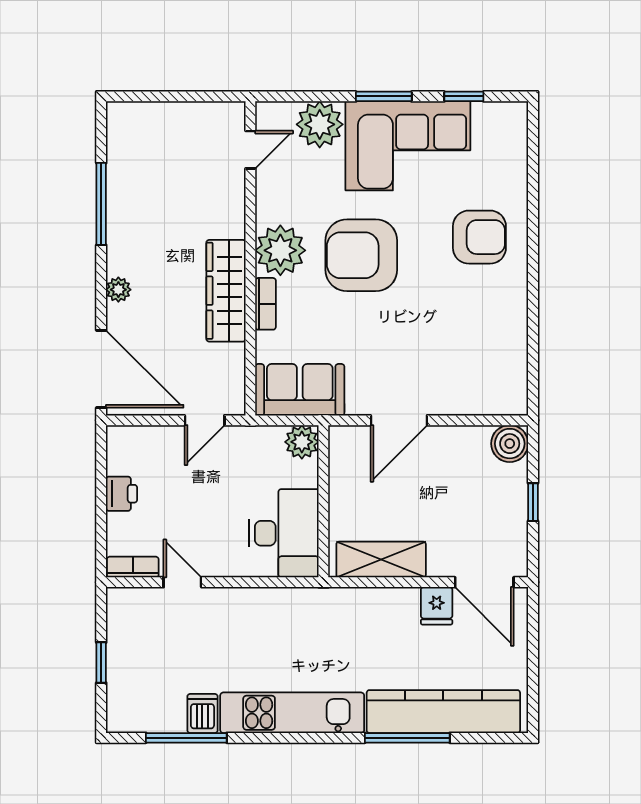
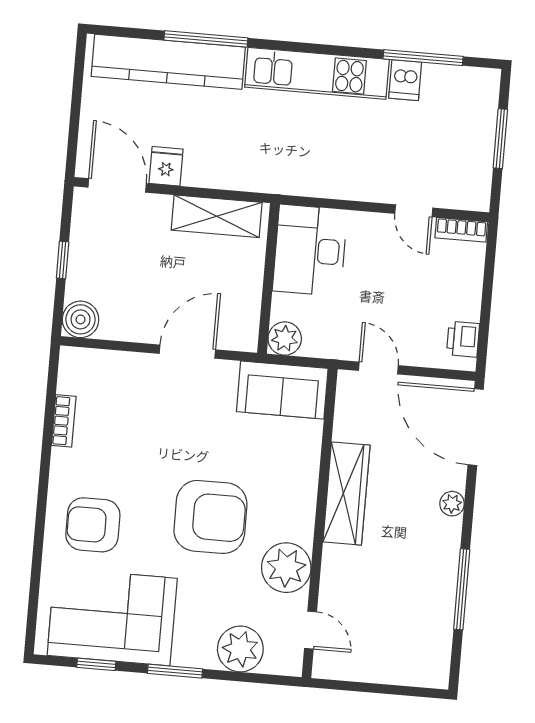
corner sofa: (408, 146) -> (112, 617), moved
door: (250, 150) -> (311, 630), swing flipped
plant: (280, 250) -> (286, 568), moved
bookcase: (266, 304) -> (64, 421), moved, turned 180
door: (205, 420) -> (378, 368), hinge flipped
printer: (122, 494) -> (463, 339), moved
window: (101, 663) -> (500, 139), width x1.50

